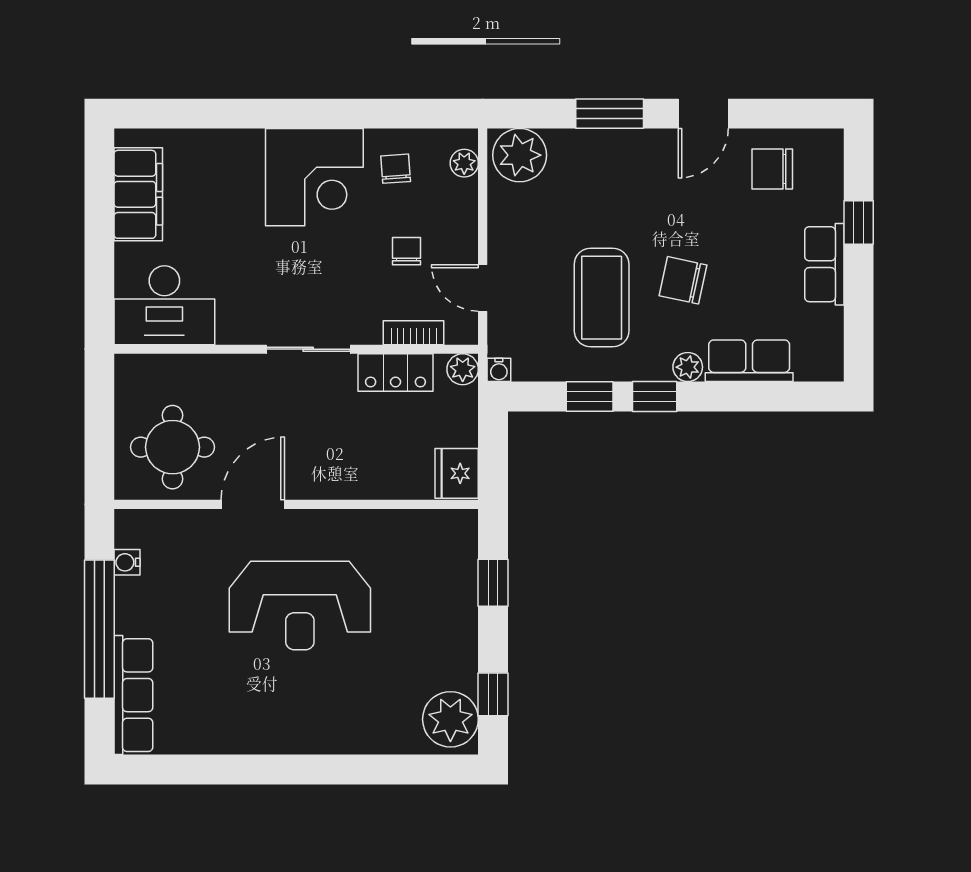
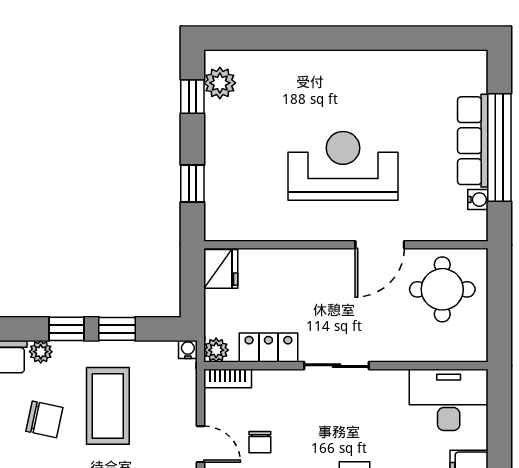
door: (483, 288) -> (201, 444), moved
bookcase: (414, 333) -> (228, 378), moved
row of seats: (133, 695) -> (473, 141), moved
plant: (450, 719) -> (220, 83), width x0.73, depth x0.73

